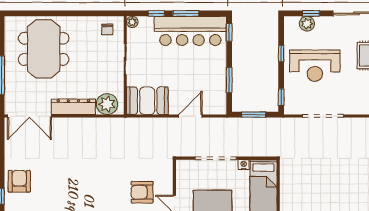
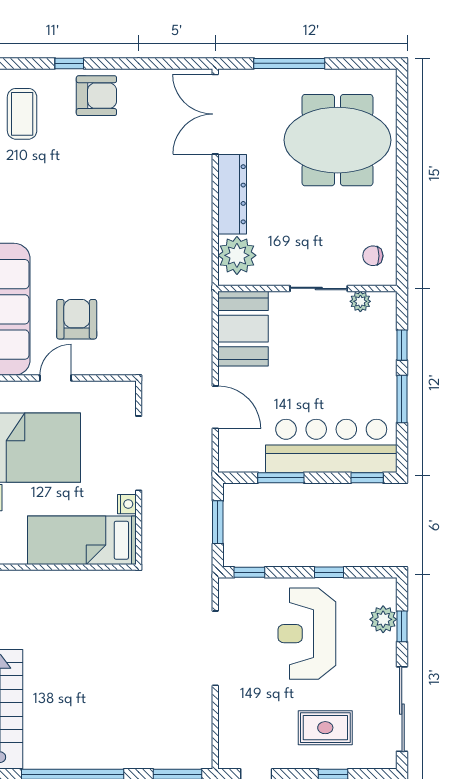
plant: (132, 22) -> (360, 301), moved
bar counter: (190, 31) -> (331, 446), moved, turned 90

